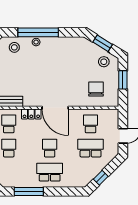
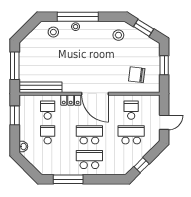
stool: (104, 62) -> (118, 35), moved
chair: (96, 89) -> (137, 75), turned -83
school desk: (50, 148) -> (89, 135), width x1.85

